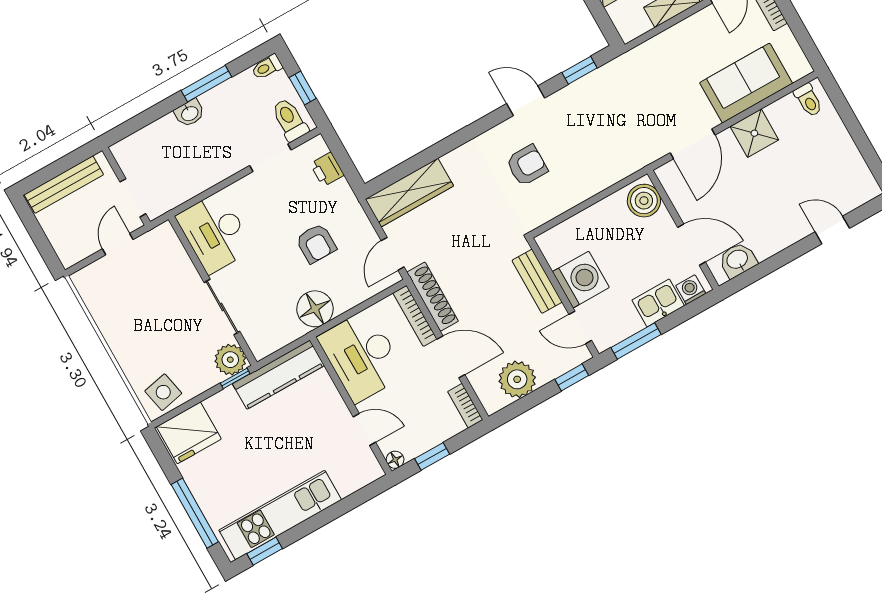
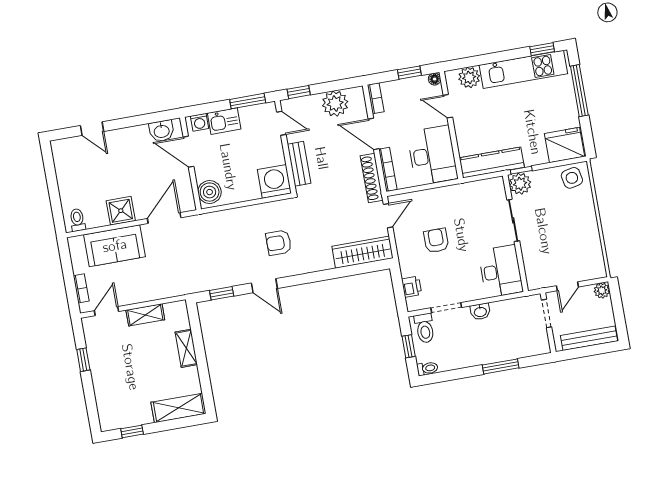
window: (206, 84) -> (501, 366), moved
washbasin: (189, 113) -> (480, 312), moved, turned 180
plant: (69, 255) -> (602, 291), added
washing machine: (581, 280) -> (274, 181), moved, turned 90
floor lamp: (315, 309) -> (452, 197), removed
plant: (349, 478) -> (469, 78), added

